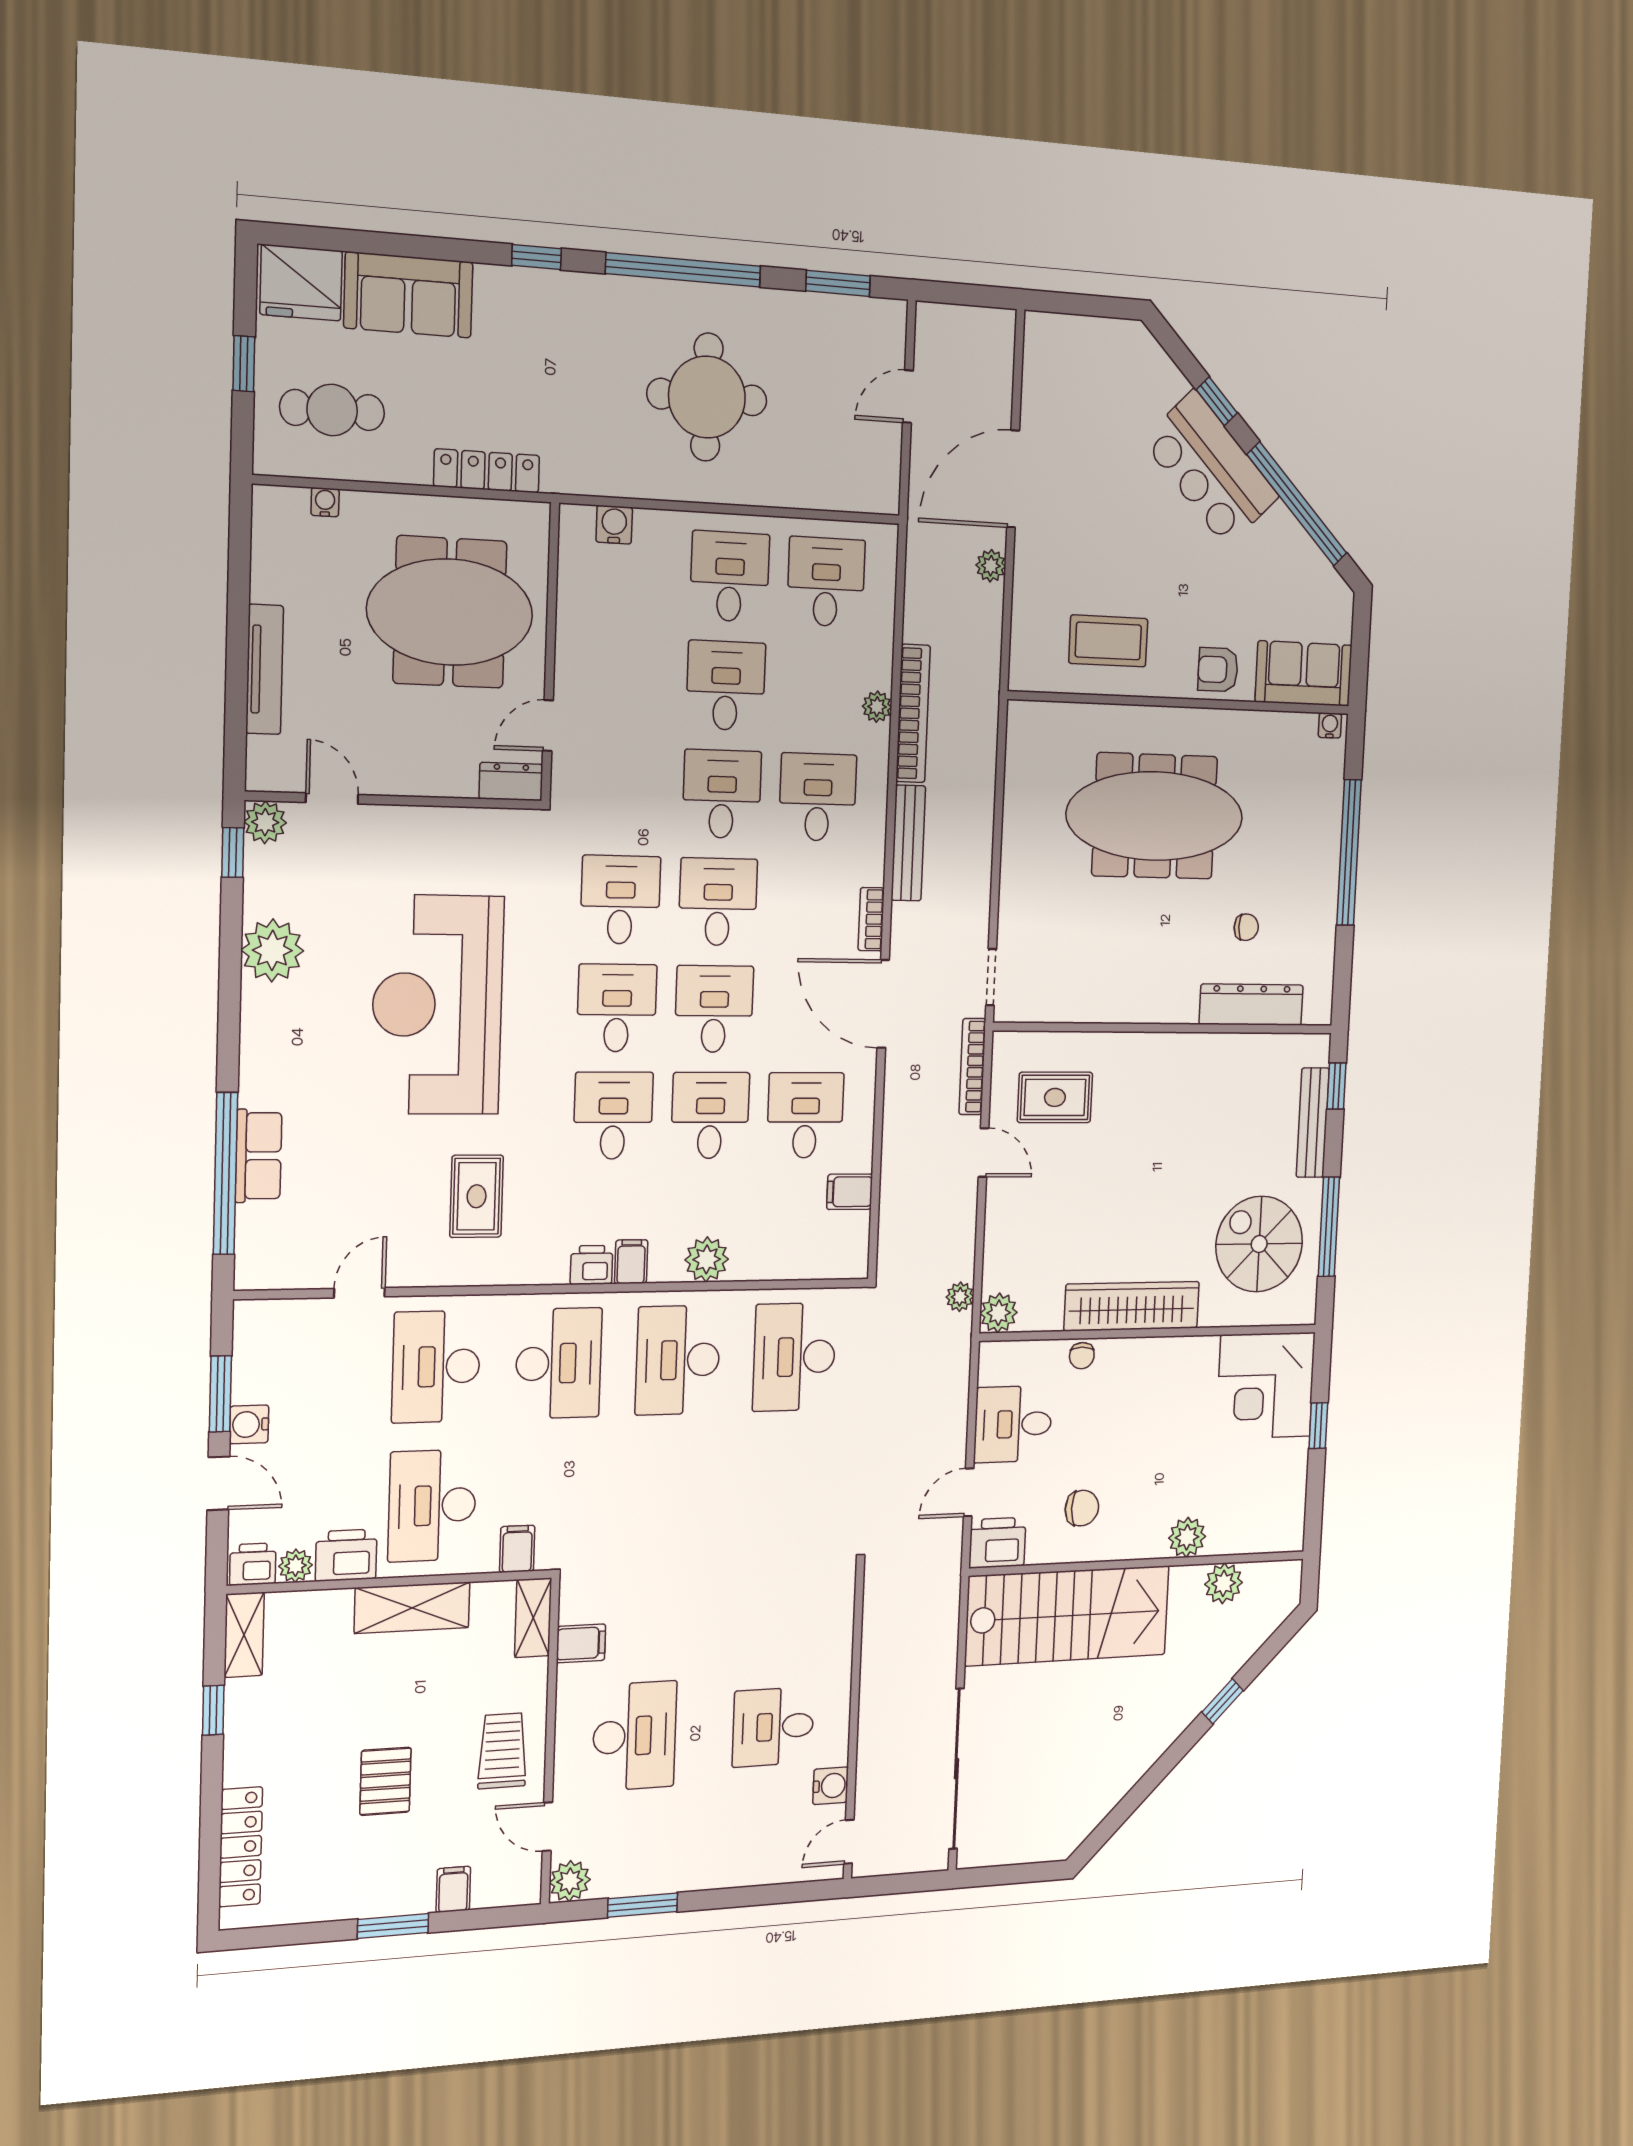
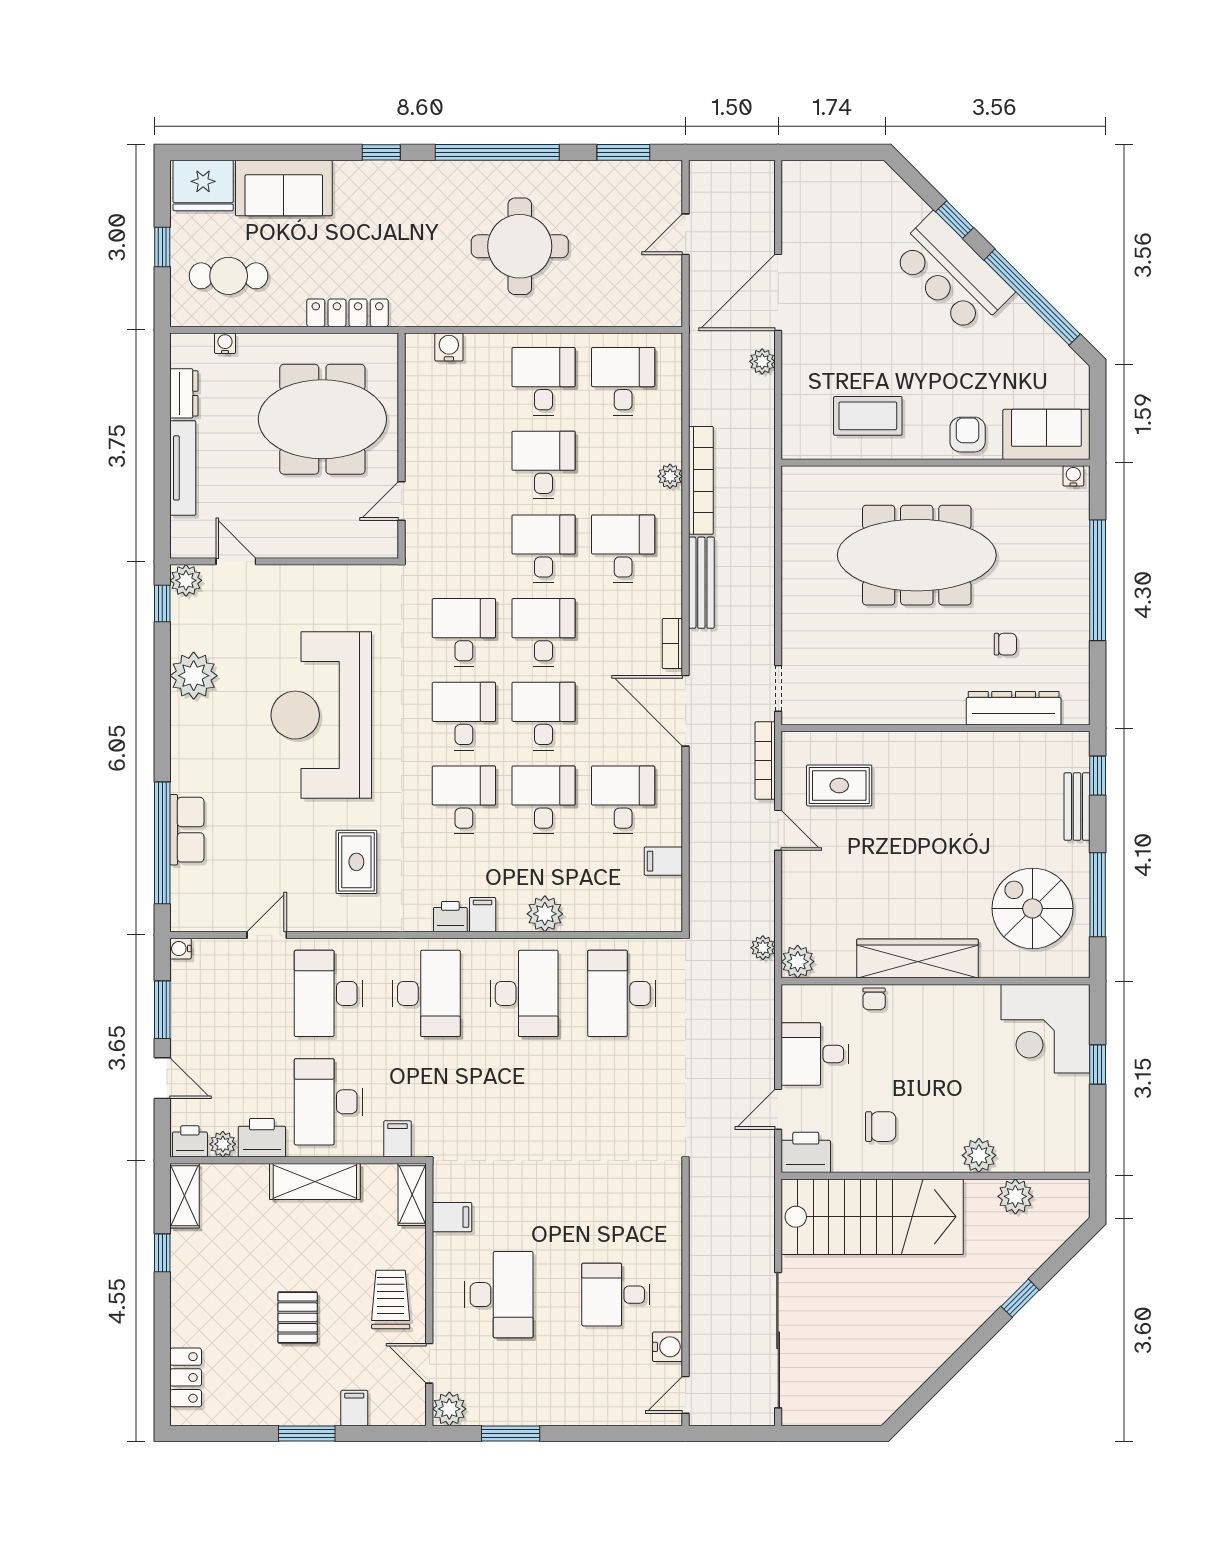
armchair: (1218, 670) -> (968, 435), turned 90
dresser: (511, 782) -> (184, 393), moved, turned 90
bench: (1313, 1123) -> (1077, 807), width x0.73
desk: (678, 1360) -> (524, 993), turned 180
water cooler: (249, 1424) -> (181, 949), moved, width x0.72, depth x0.72
locker: (241, 1847) -> (186, 1377), width x0.66

